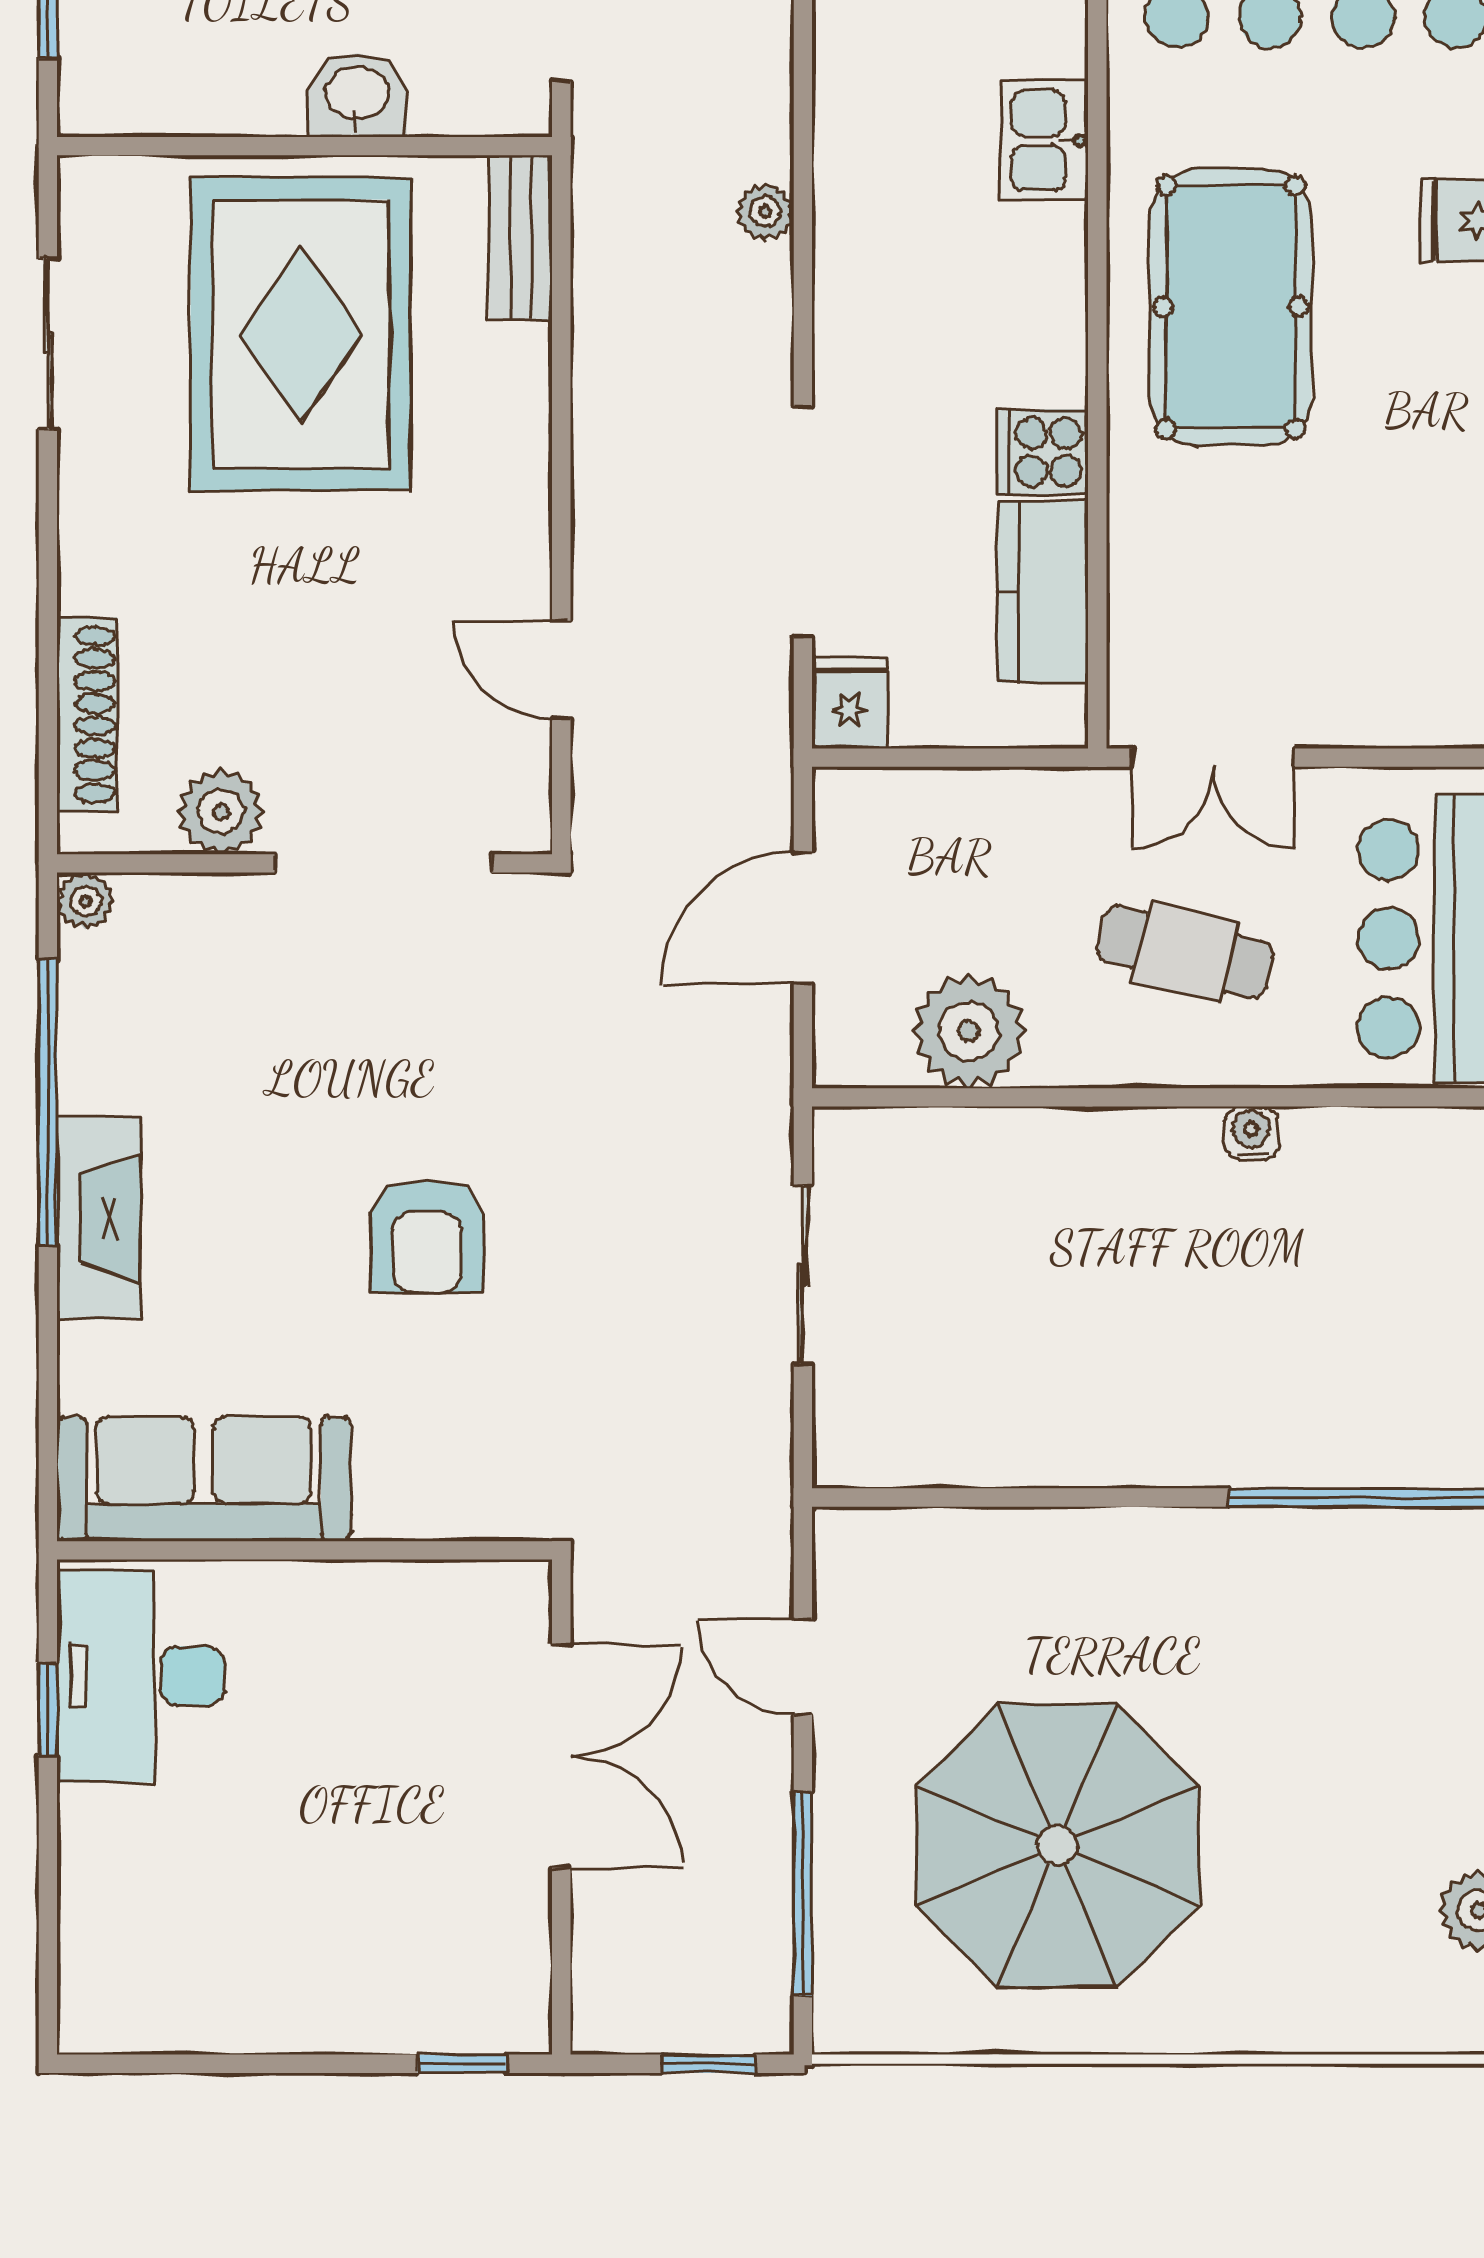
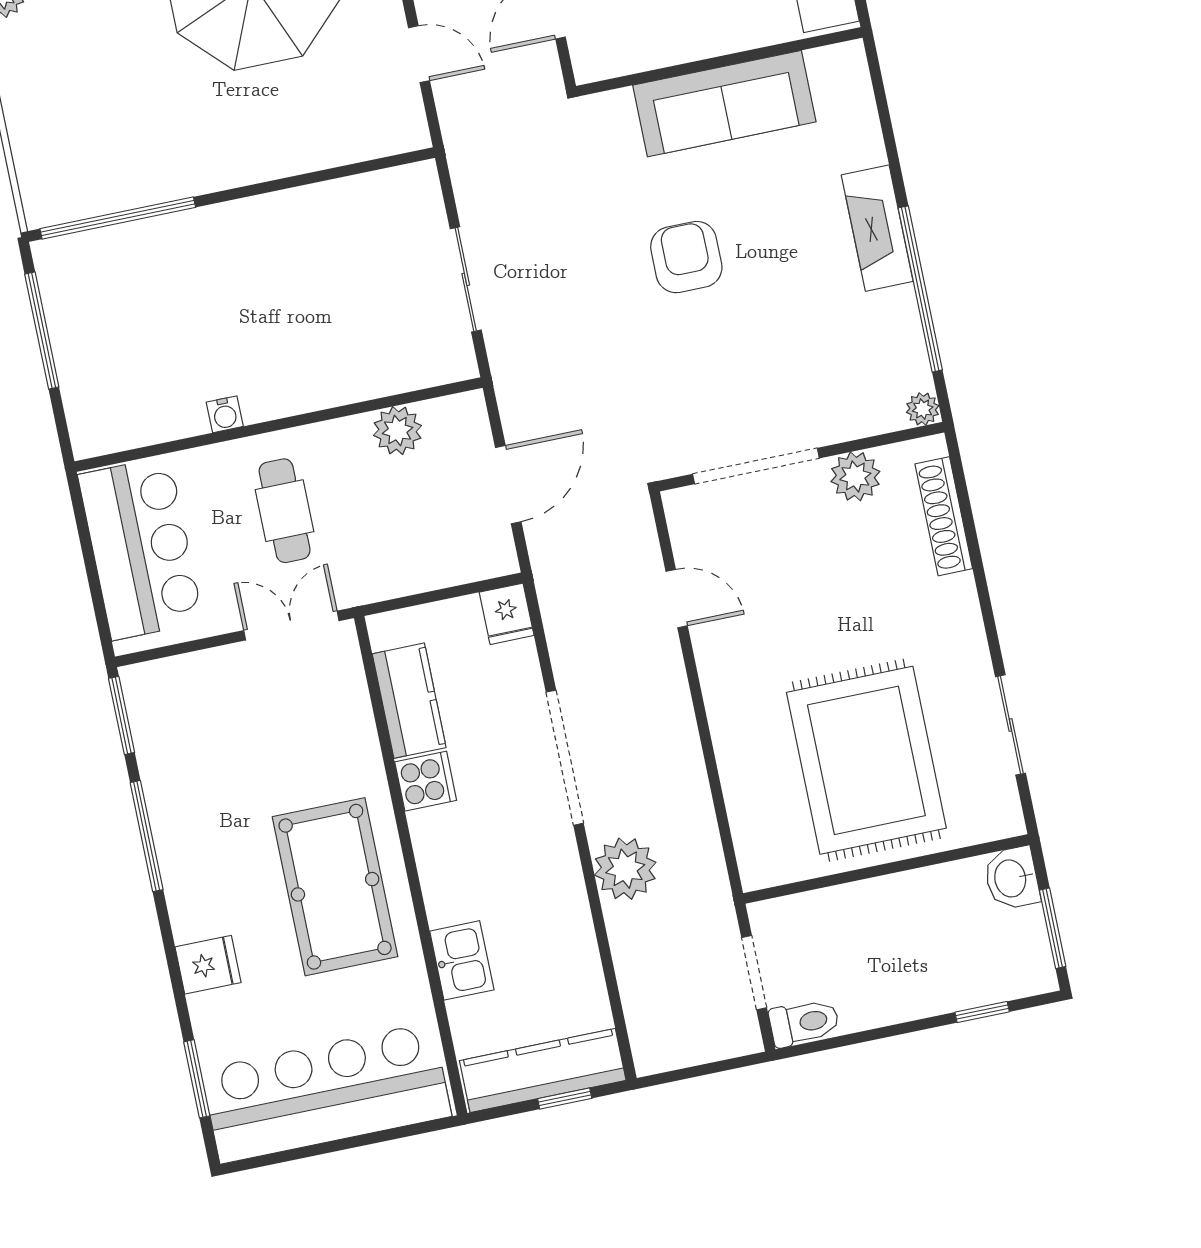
washbasin: (357, 95) -> (1012, 878), moved, turned 90
plant: (765, 212) -> (625, 869), width x1.87, depth x1.87
bench: (521, 238) -> (751, 842), removed
doorway: (803, 521) -> (565, 758), moved
cafe table: (1185, 952) -> (285, 511), turned 76
plant: (969, 1031) -> (398, 431), width x0.73, depth x0.73
sofa: (204, 1479) -> (724, 104), moved

